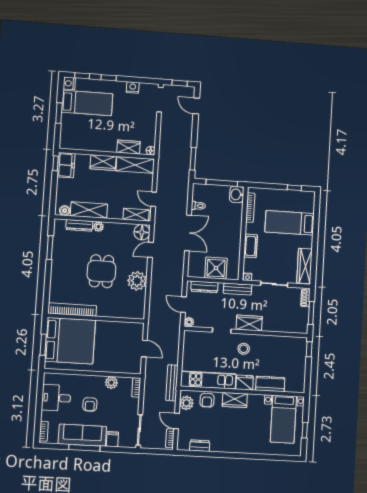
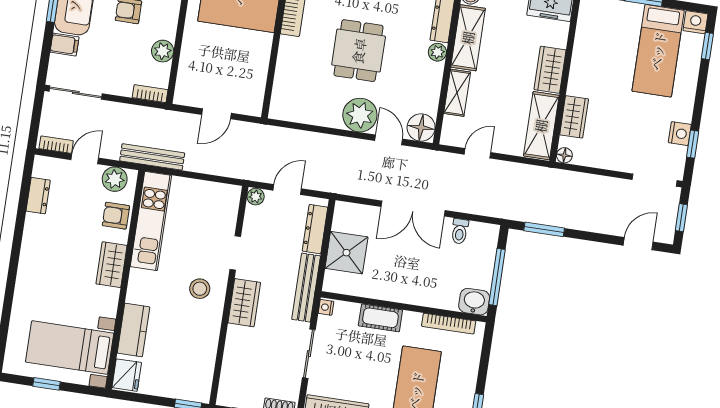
window: (109, 78) -> (693, 144), moved
shelving: (136, 215) -> (457, 93), moved
dining table: (101, 271) -> (359, 51), turned 90
plant: (137, 281) -> (360, 115), moved
bench: (238, 289) -> (306, 288), width x1.36
fridge: (245, 383) -> (127, 375), moved

